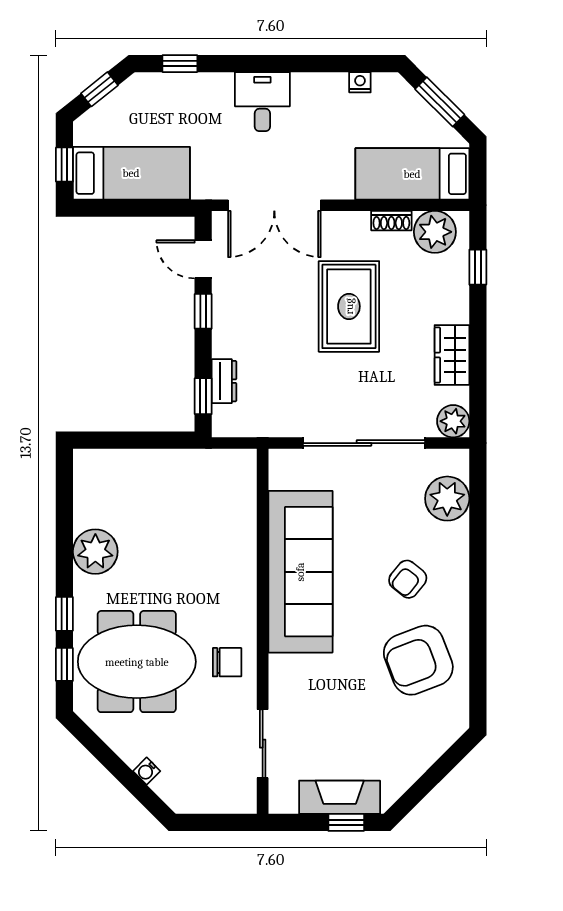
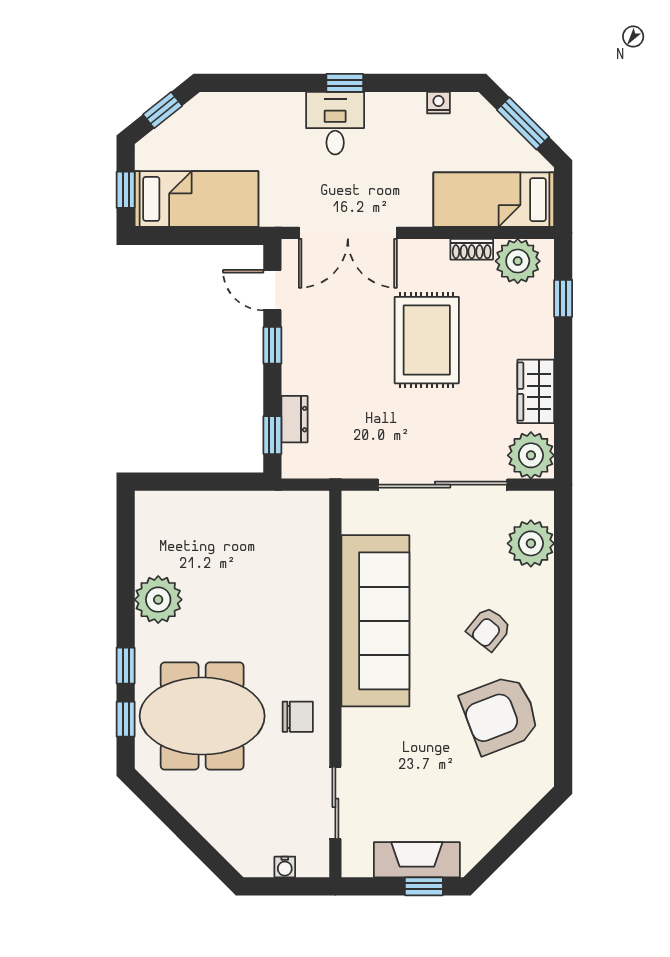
window: (180, 64) -> (345, 83), moved
plant: (453, 421) -> (531, 455), width x1.36, depth x1.36
water cooler: (147, 771) -> (285, 867), moved, turned -45

